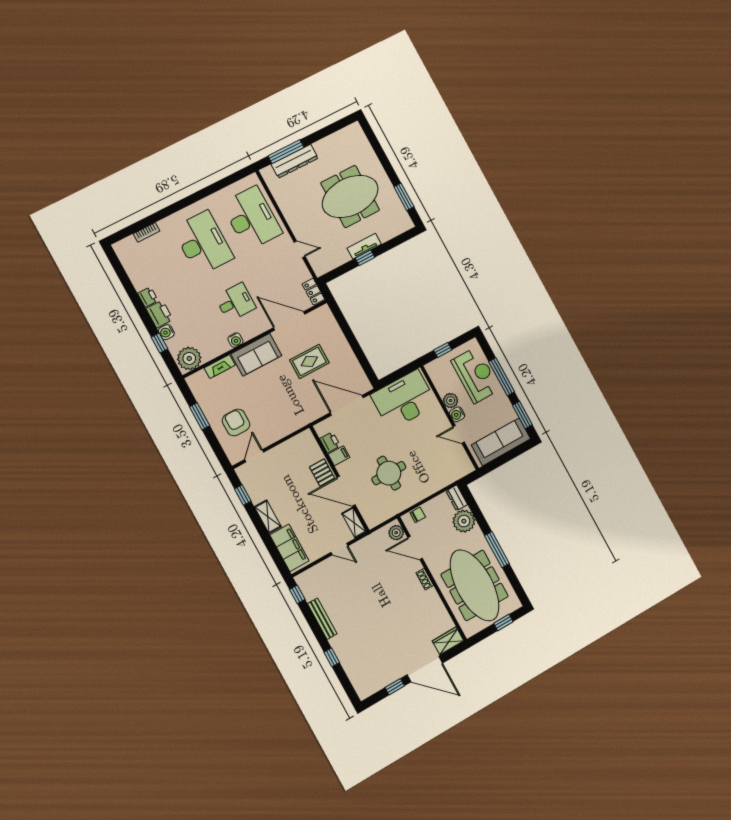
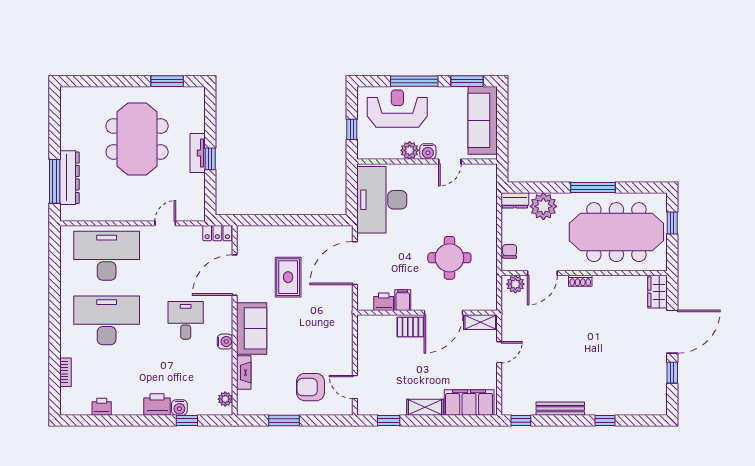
printer: (148, 297) -> (102, 407), moved
plant: (189, 358) -> (225, 399), width x0.53, depth x0.53

